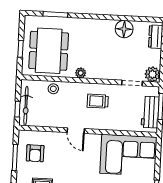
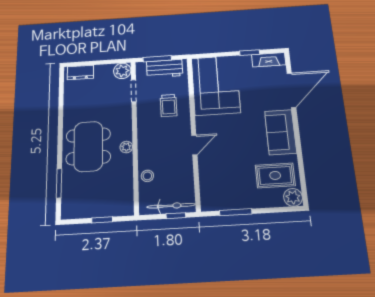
floor lamp: (124, 29) -> (73, 106), removed
dining table: (49, 51) -> (88, 146), moved, turned 90
trolley: (98, 101) -> (169, 106), moved
armchair: (35, 153) -> (227, 189), removed

